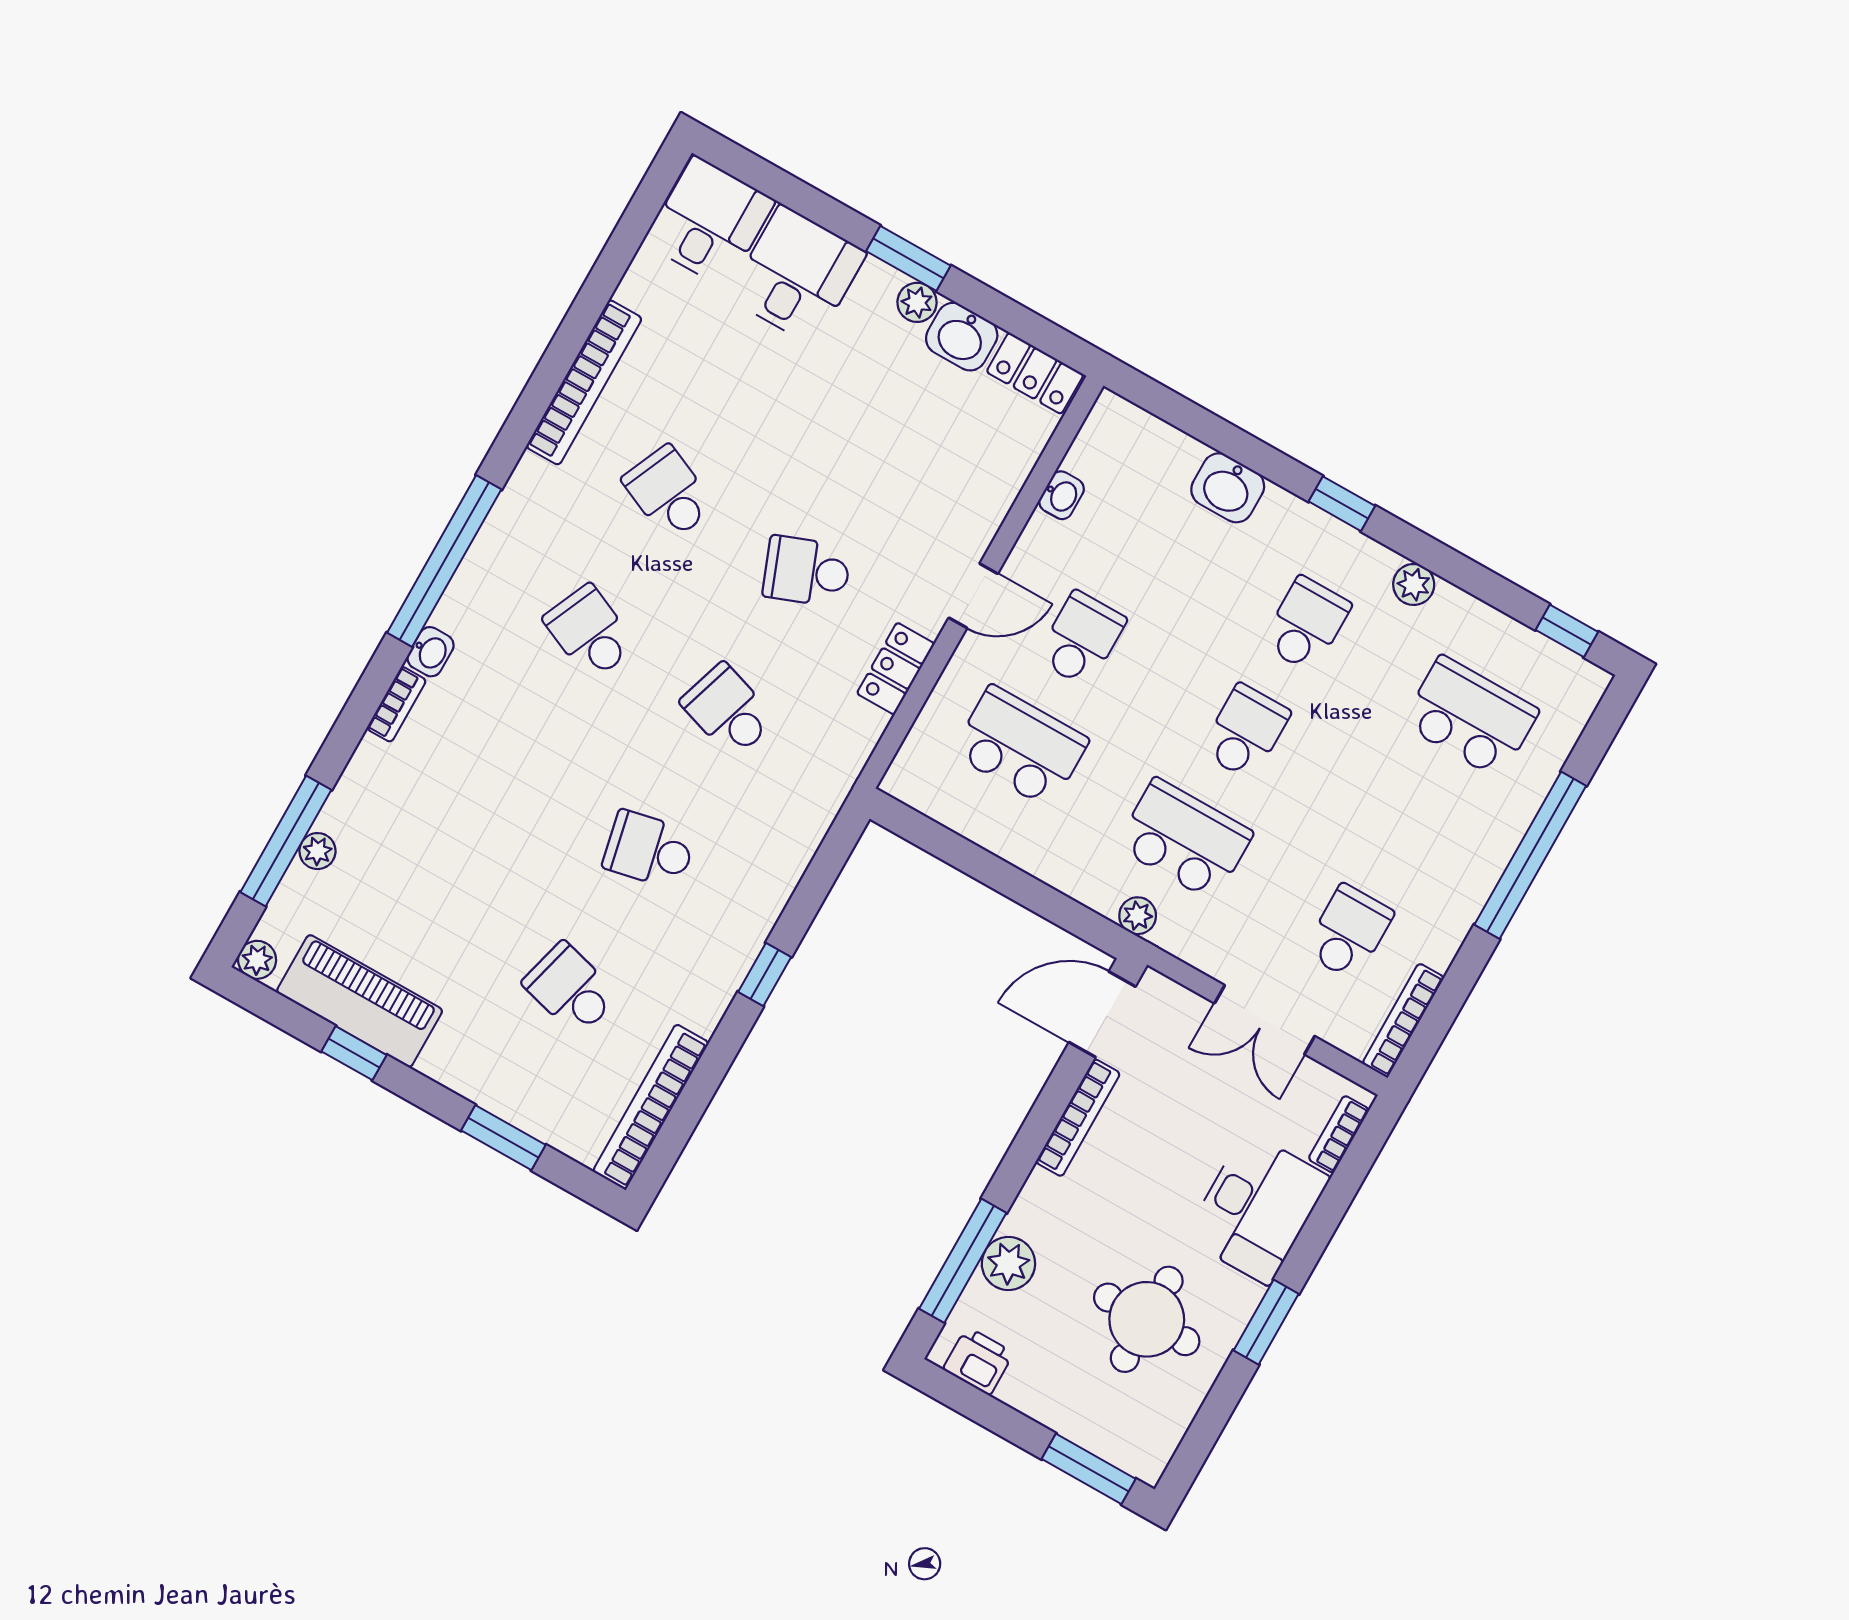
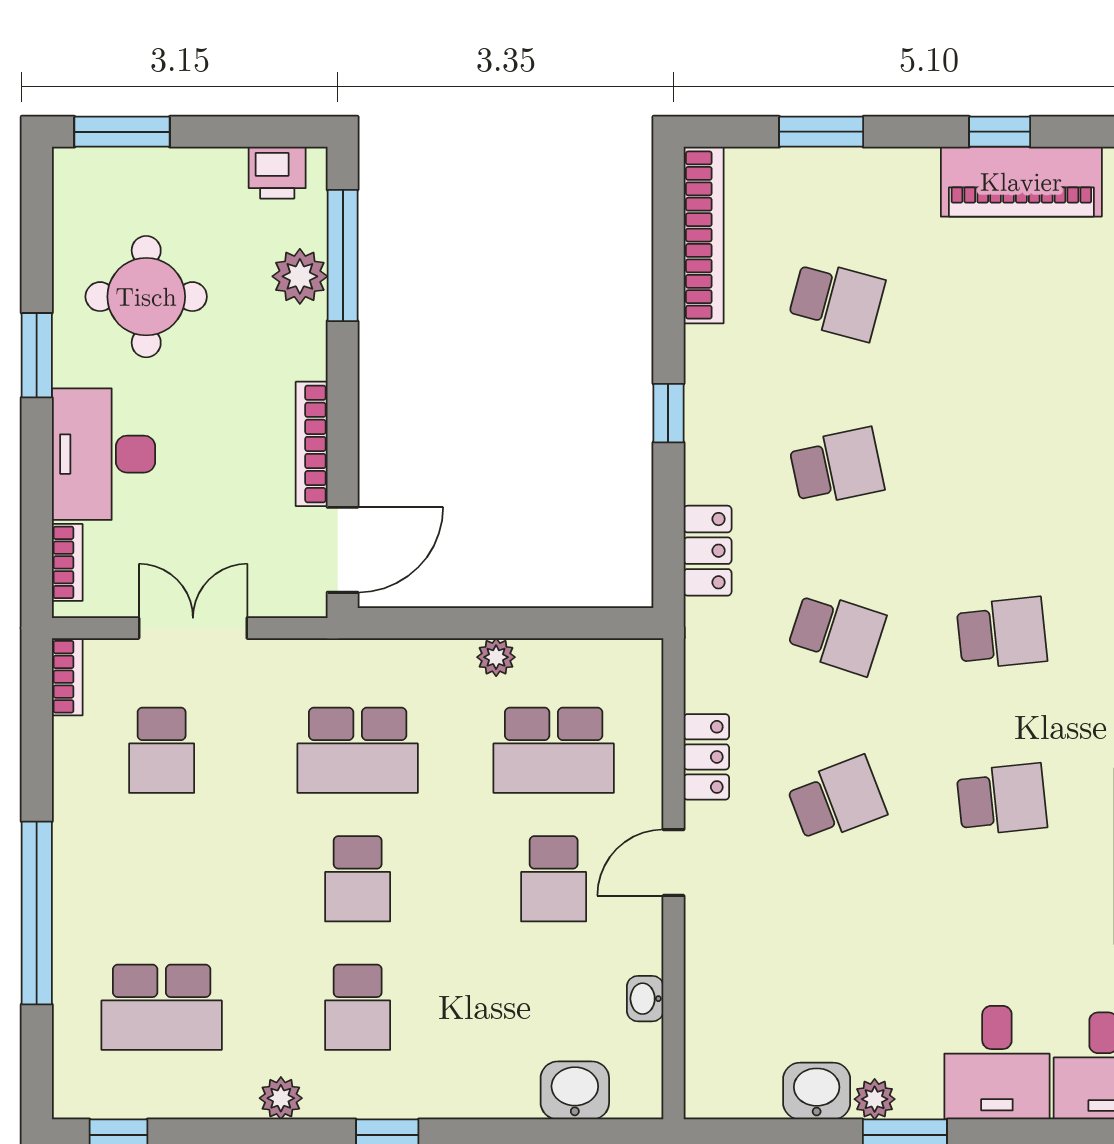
locker: (1035, 373) -> (708, 551), moved, turned 90
washbasin: (1228, 488) -> (575, 1090), moved
school desk: (669, 493) -> (1002, 799), turned -30
school desk: (590, 632) -> (1002, 633), turned -30
plant: (1138, 916) -> (496, 657), moved
bookcase: (1403, 1020) -> (67, 677), width x0.64

